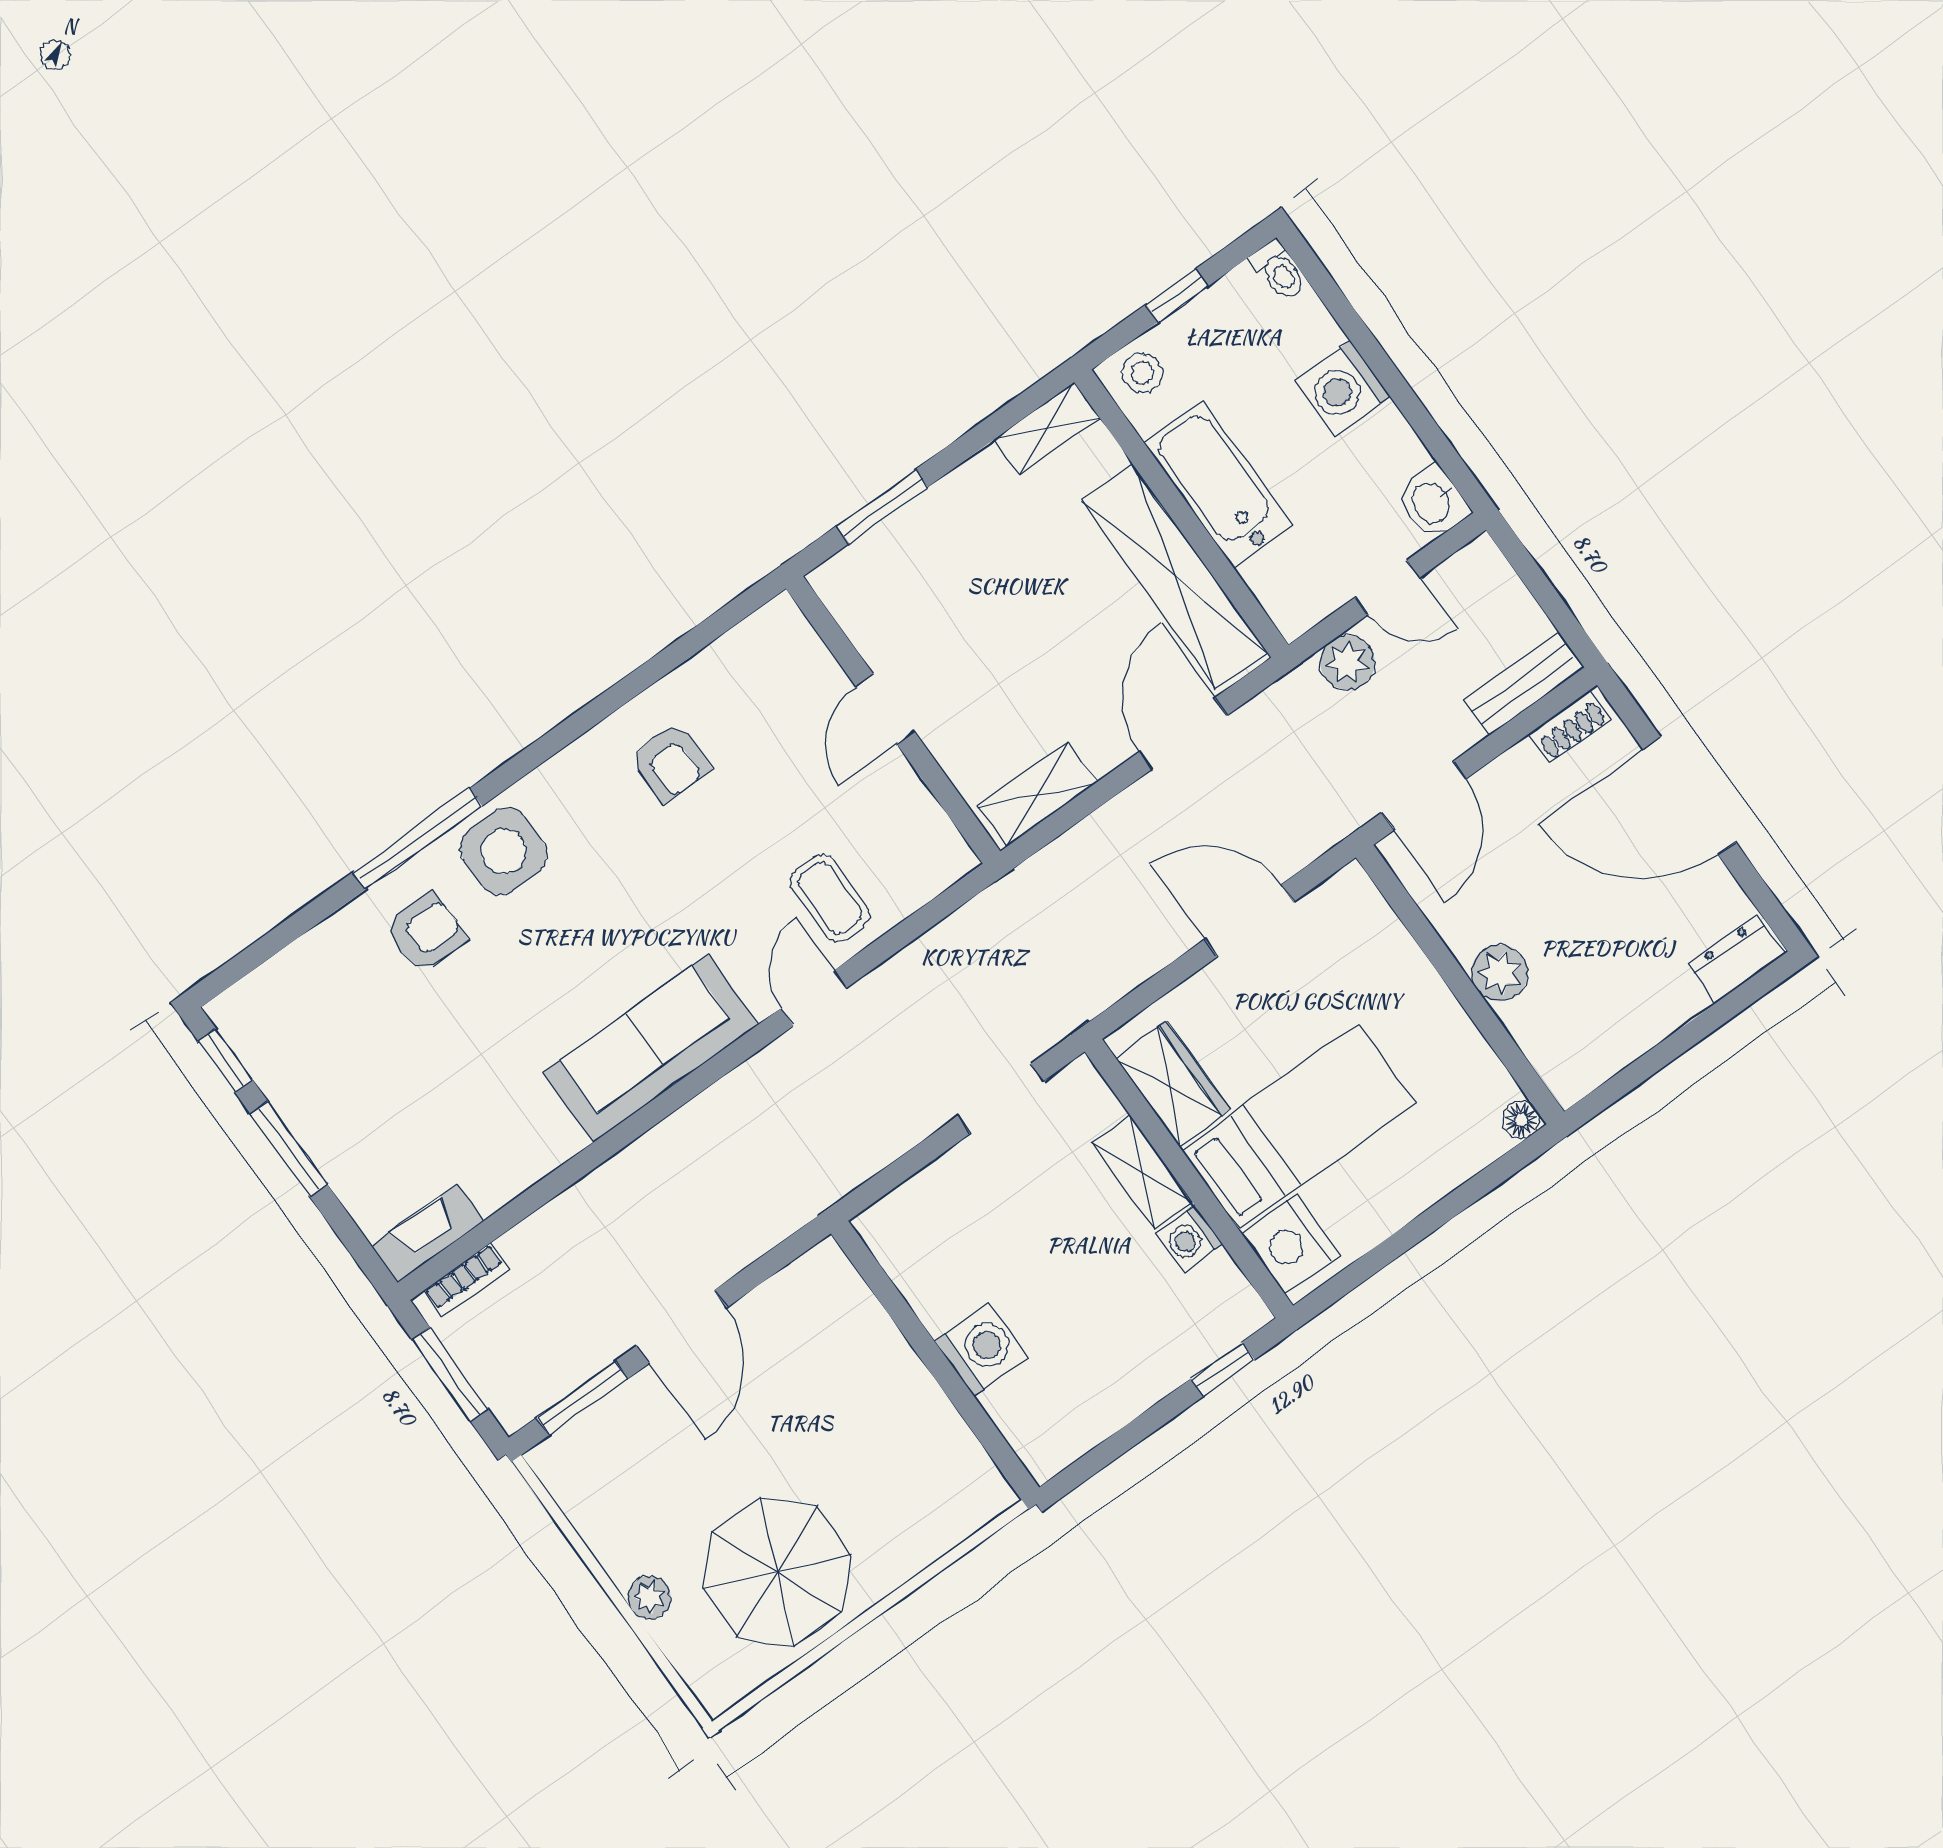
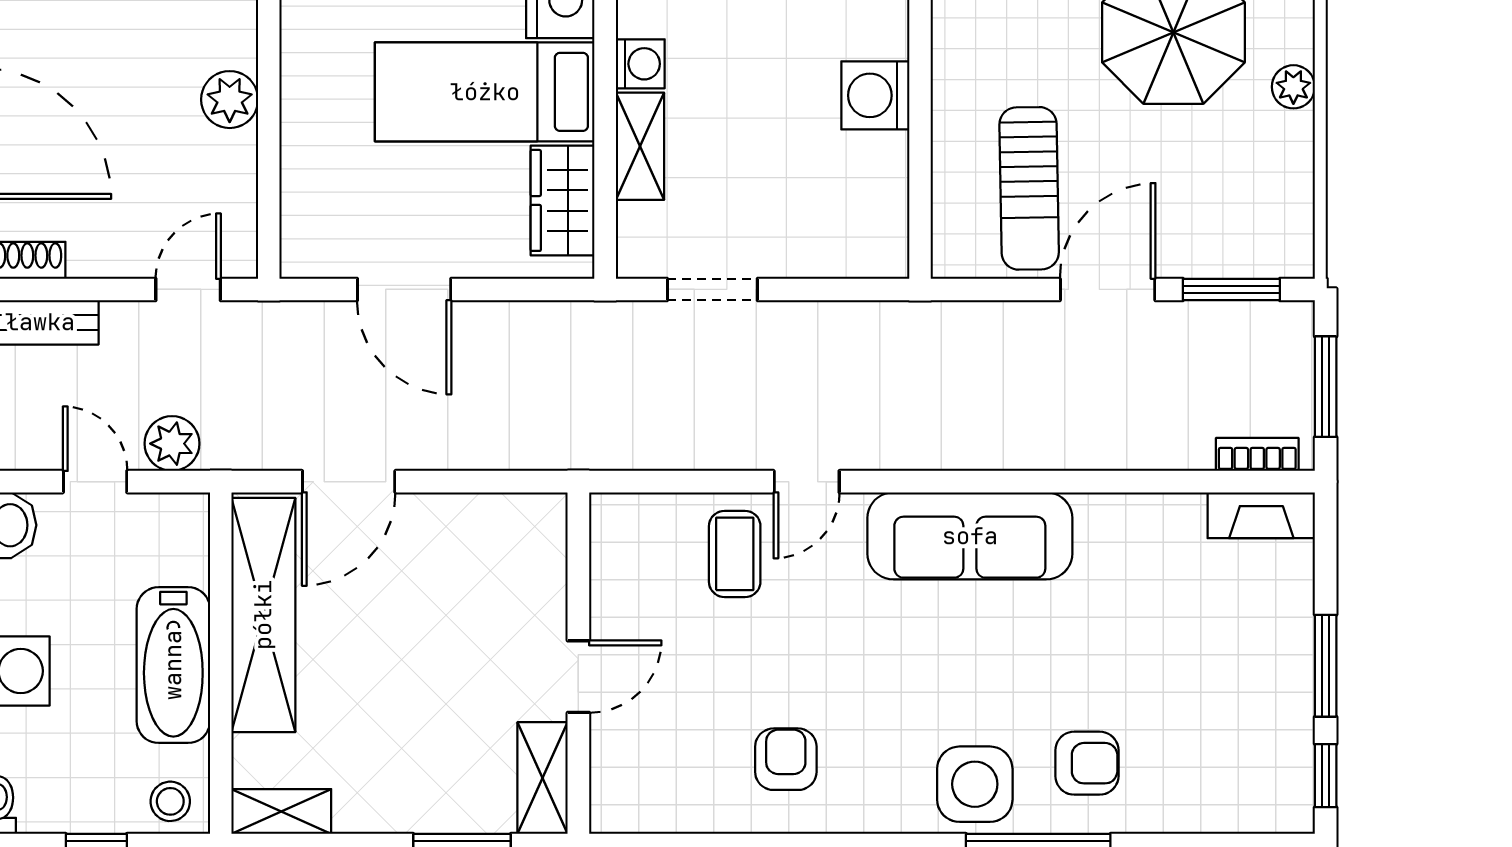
shelving: (1038, 794) -> (543, 778), moved, turned 90
door: (1423, 796) -> (188, 289), width x0.73
armchair: (425, 933) -> (1087, 763), turned 180
sun lounger: (804, 1363) -> (1029, 188), added

